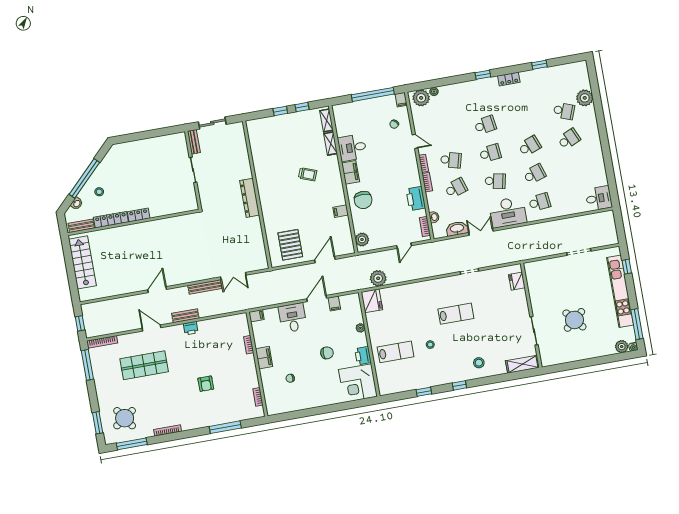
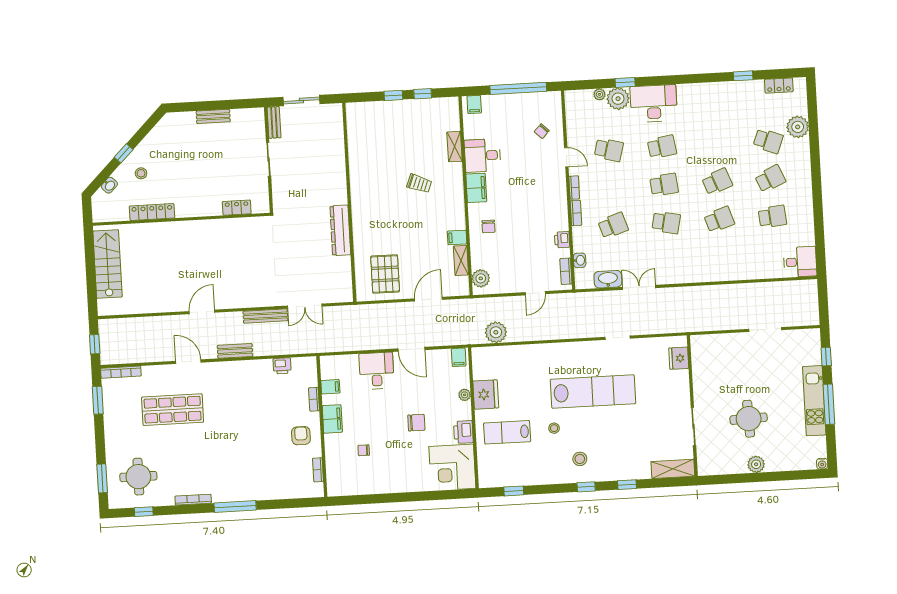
window: (483, 75) -> (625, 82), moved
locker: (509, 79) -> (779, 86), moved
plant: (421, 98) -> (618, 99), moved
filing cabinet: (401, 100) -> (474, 104), moved
shelving: (327, 120) -> (461, 260), moved
school desk: (451, 160) -> (609, 150), moved
window: (84, 178) -> (124, 153), width x0.32
dresser: (250, 198) -> (340, 230), moved
printer: (416, 199) -> (562, 240), width x0.53, depth x0.68
chair: (363, 200) -> (488, 226), width x0.54, depth x0.54
school desk: (540, 202) -> (772, 217), moved
desk: (508, 212) -> (654, 103), moved, turned 180
locker: (139, 215) -> (237, 208), moved
bench: (81, 226) -> (213, 116), moved
kitchen unit: (620, 291) -> (814, 401), width x0.73
door: (317, 299) -> (411, 349), swing flipped
fridge: (372, 301) -> (486, 394), moved
filing cabinet: (334, 304) -> (459, 357), moved
lab bench: (456, 314) -> (593, 392), width x1.86, depth x1.39
filing cabinet: (256, 316) -> (330, 387), moved
round table: (574, 320) -> (749, 419), turned 38
window: (637, 324) -> (829, 404), moved
printer: (191, 328) -> (282, 366), moved
plant: (622, 347) -> (756, 464), moved
lab bench: (396, 352) -> (507, 432), turned 180
stool: (479, 363) -> (580, 459), moved
window: (87, 365) -> (98, 400), width x0.69
window: (490, 380) -> (627, 485), added
armchair: (206, 384) -> (301, 436), moved, turned 180
window: (424, 392) -> (514, 491), moved
round table: (125, 418) -> (138, 477), turned 35
window: (225, 427) -> (235, 507), moved
window: (132, 444) -> (144, 512), width x0.46

